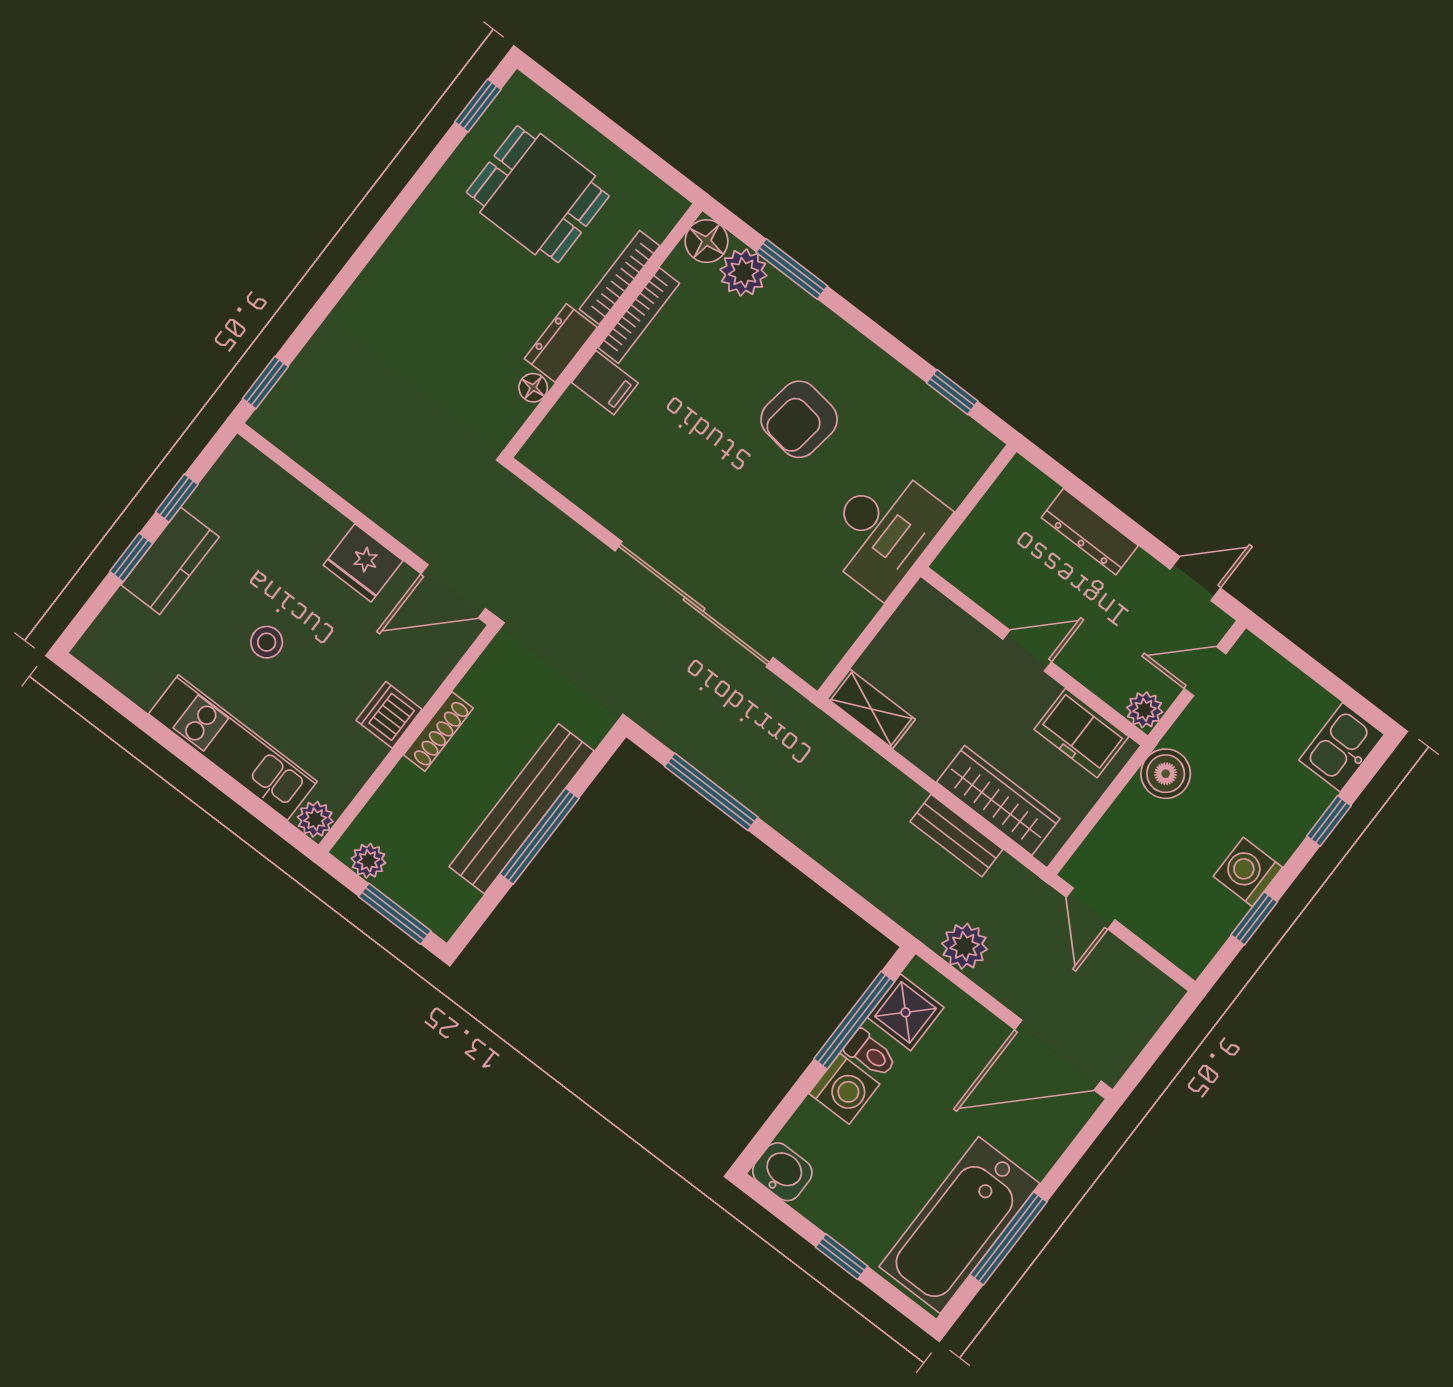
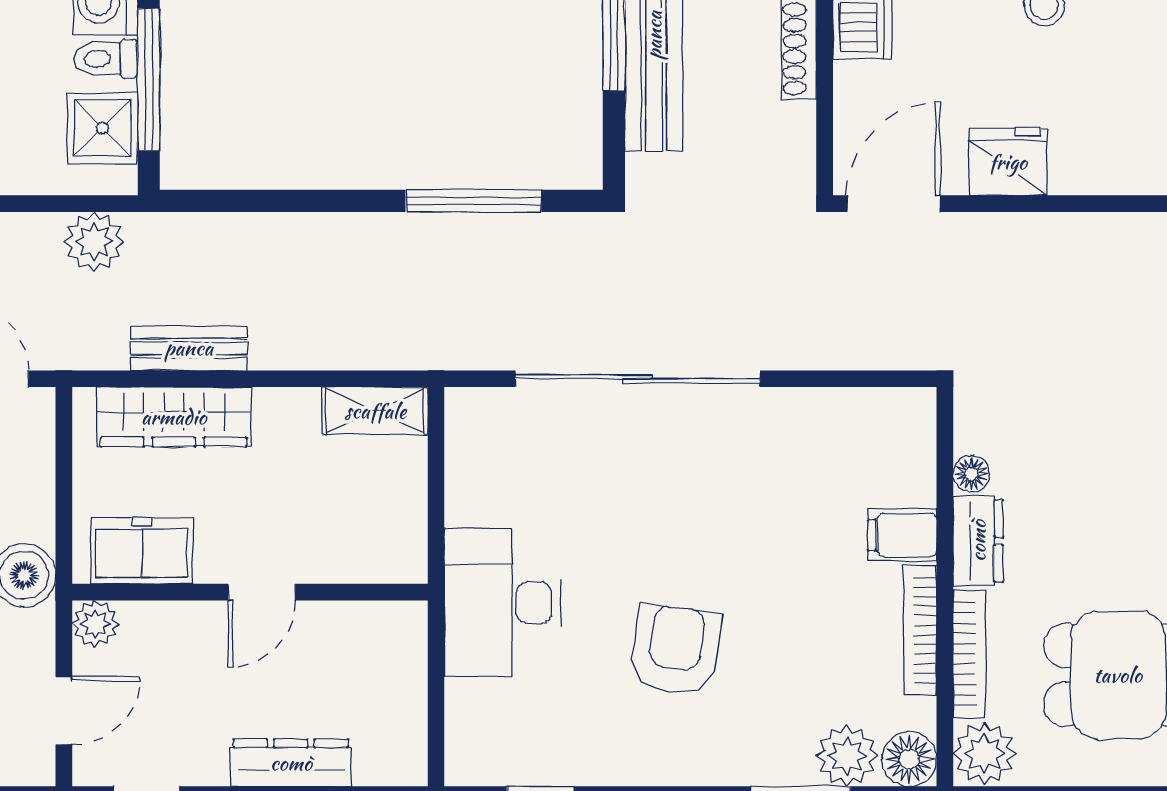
plant: (657, 209) -> (985, 754), added

